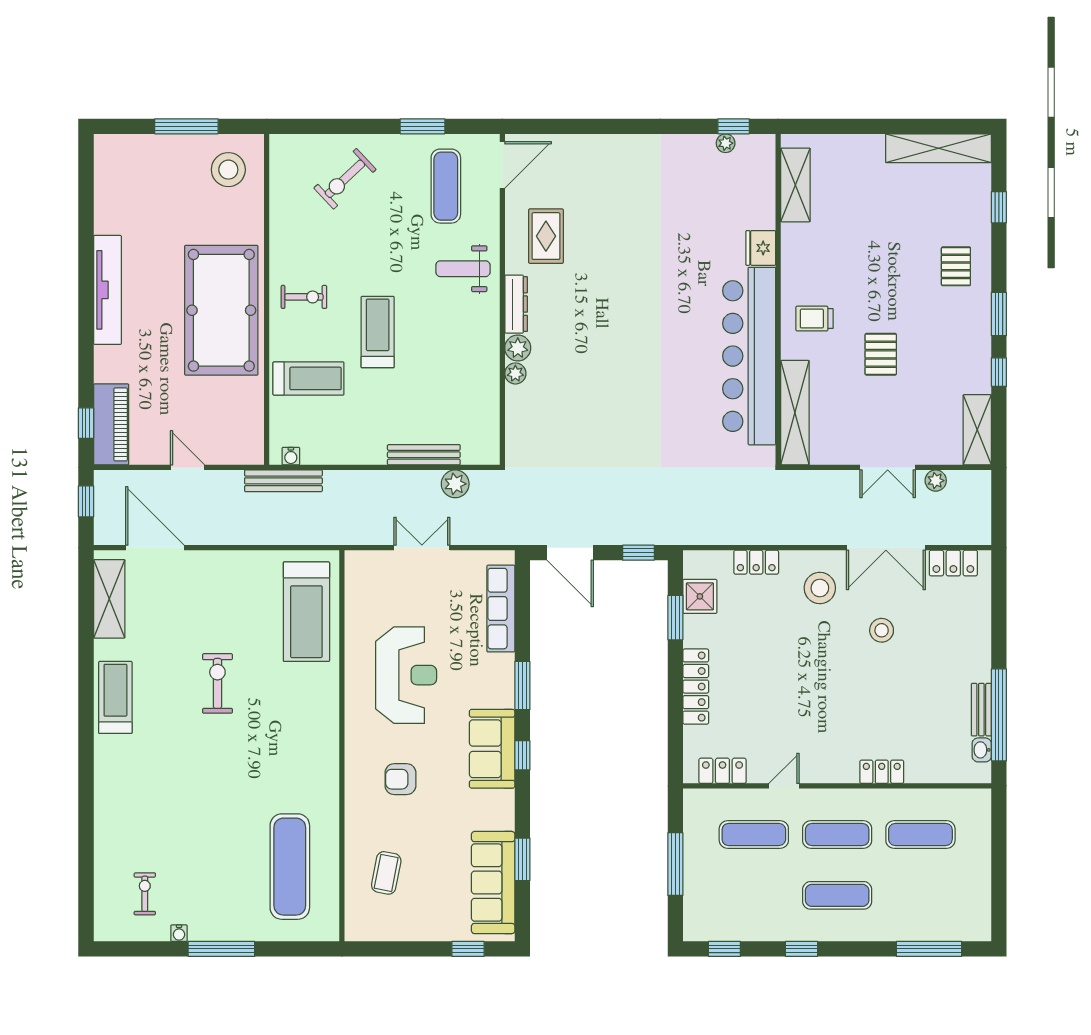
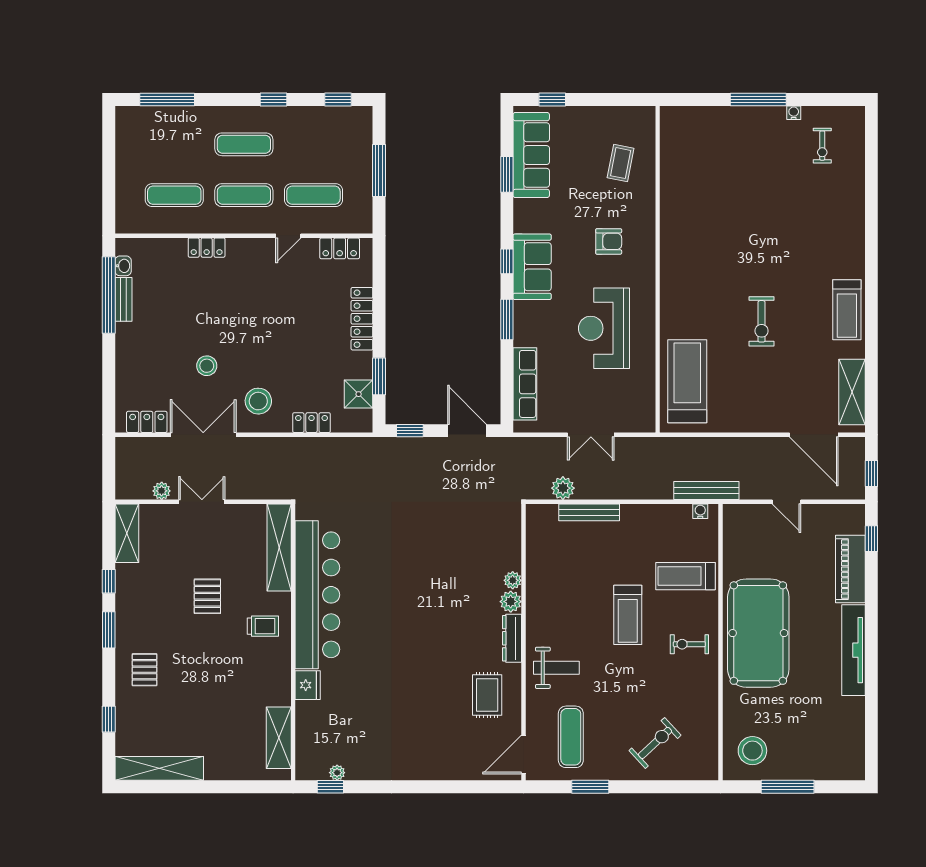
piano: (111, 424) -> (850, 569), moved
exercise mat: (290, 867) -> (701, 168), removed

